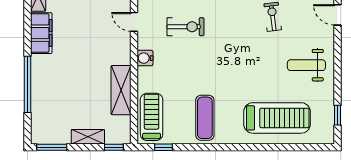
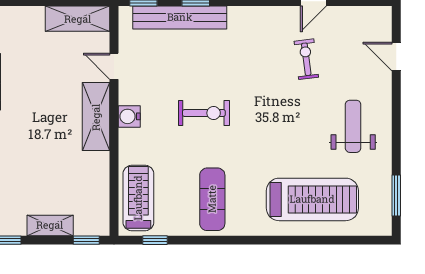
exercise bike: (185, 27) -> (204, 113), moved
weight bench: (306, 65) -> (353, 126), turned 90
shelving: (121, 90) -> (96, 117), moved
window: (337, 115) -> (396, 195), width x1.50

